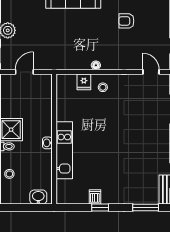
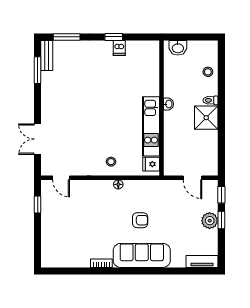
armchair: (126, 21) -> (140, 220), moved
door: (24, 72) -> (192, 178), hinge flipped
fridge: (84, 82) -> (151, 164), moved, turned -90
kitchen unit: (64, 150) -> (151, 126), moved

